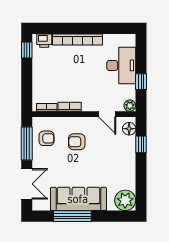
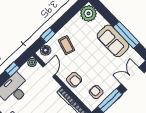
armchair: (77, 142) -> (74, 80), moved
coffee table: (115, 152) -> (66, 45), added
sofa: (78, 199) -> (113, 41), width x0.73

